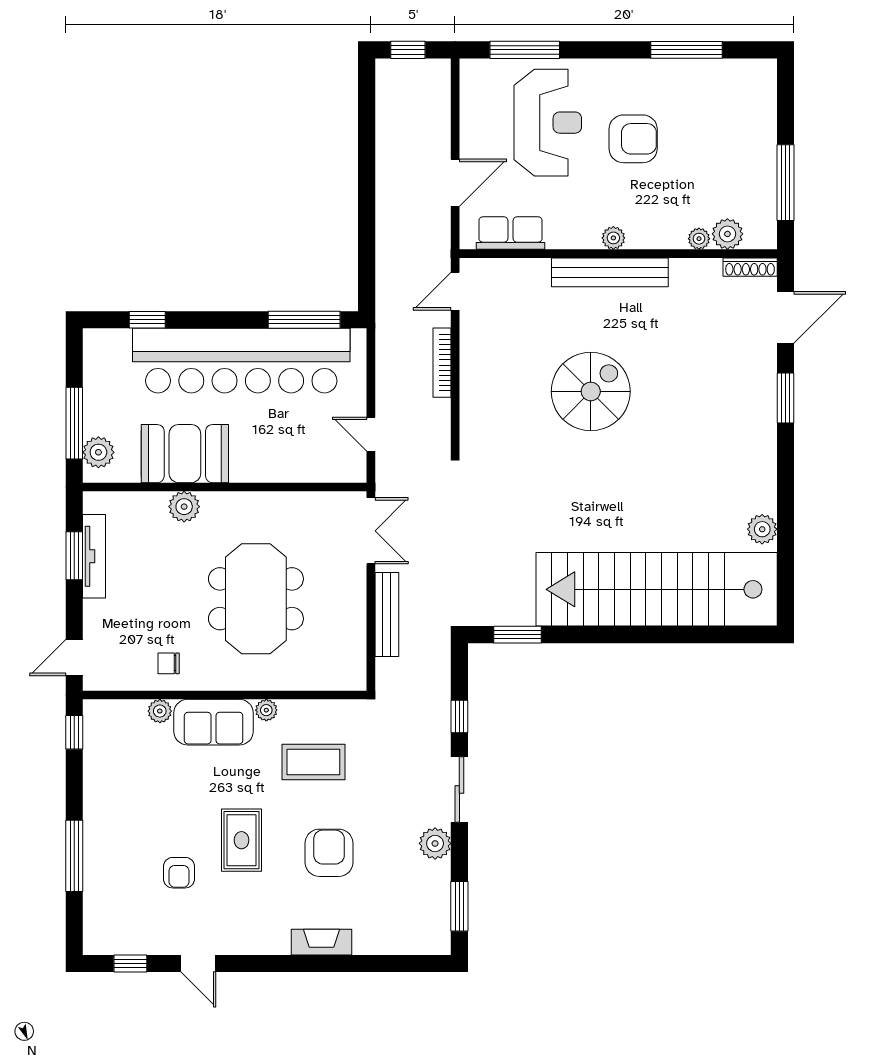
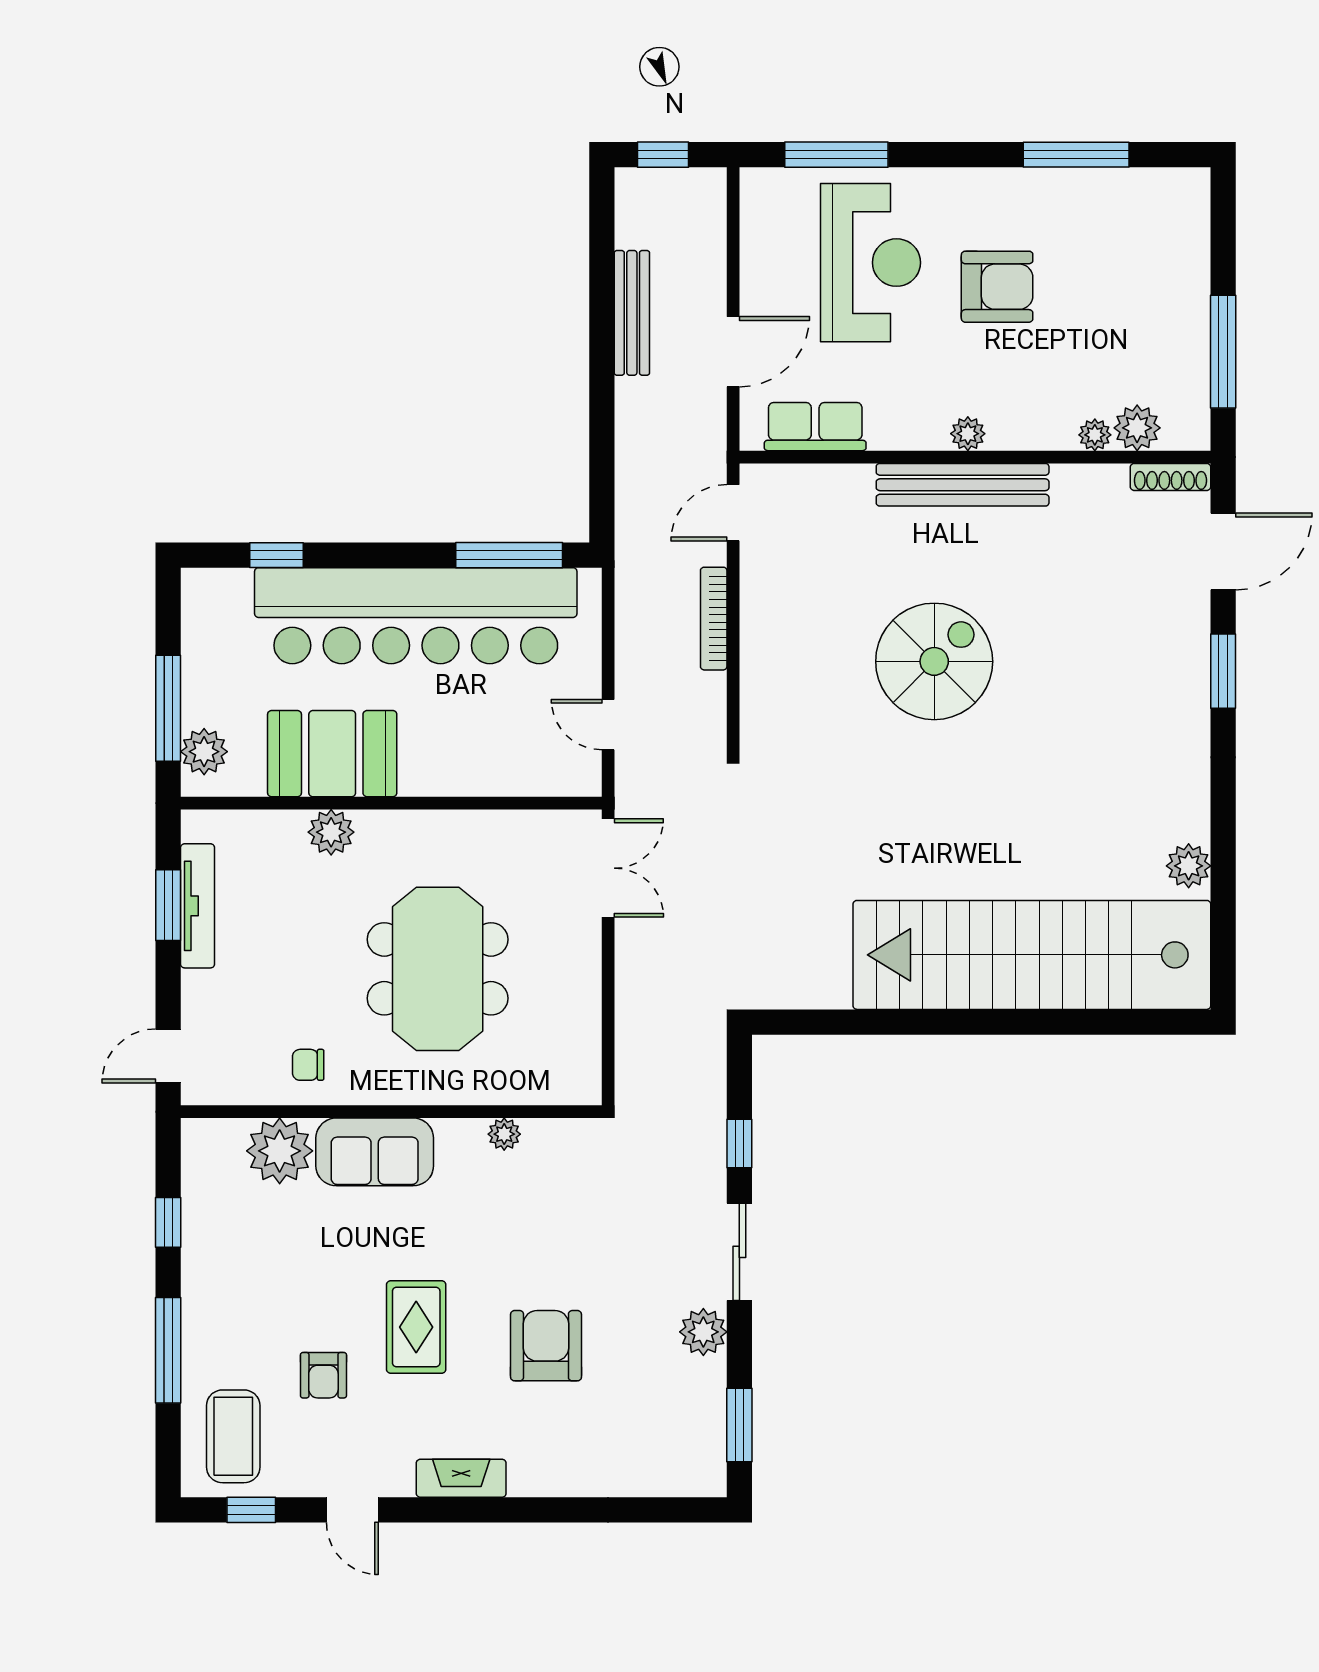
bench: (387, 614) -> (632, 313), moved
window: (517, 635) -> (826, 1022), removed
plant: (266, 710) -> (504, 1134), moved
plant: (160, 711) -> (280, 1151), width x1.88, depth x1.88
window: (74, 732) -> (168, 1222), moved
coffee table: (313, 762) -> (233, 1436), moved, turned 90
fireplace: (321, 942) -> (461, 1478), moved

